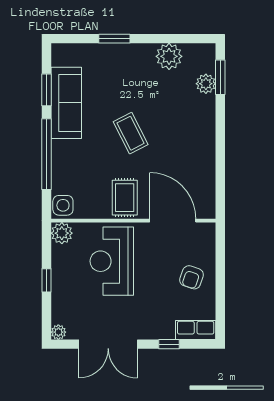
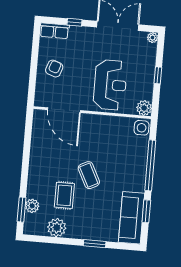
sofa: (66, 103) -> (131, 218), moved
rug: (125, 198) -> (64, 195), moved

